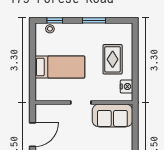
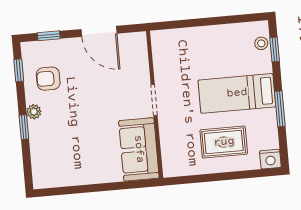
bed: (60, 67) -> (237, 93), moved, turned 90
nightstand: (126, 87) -> (270, 159), moved

